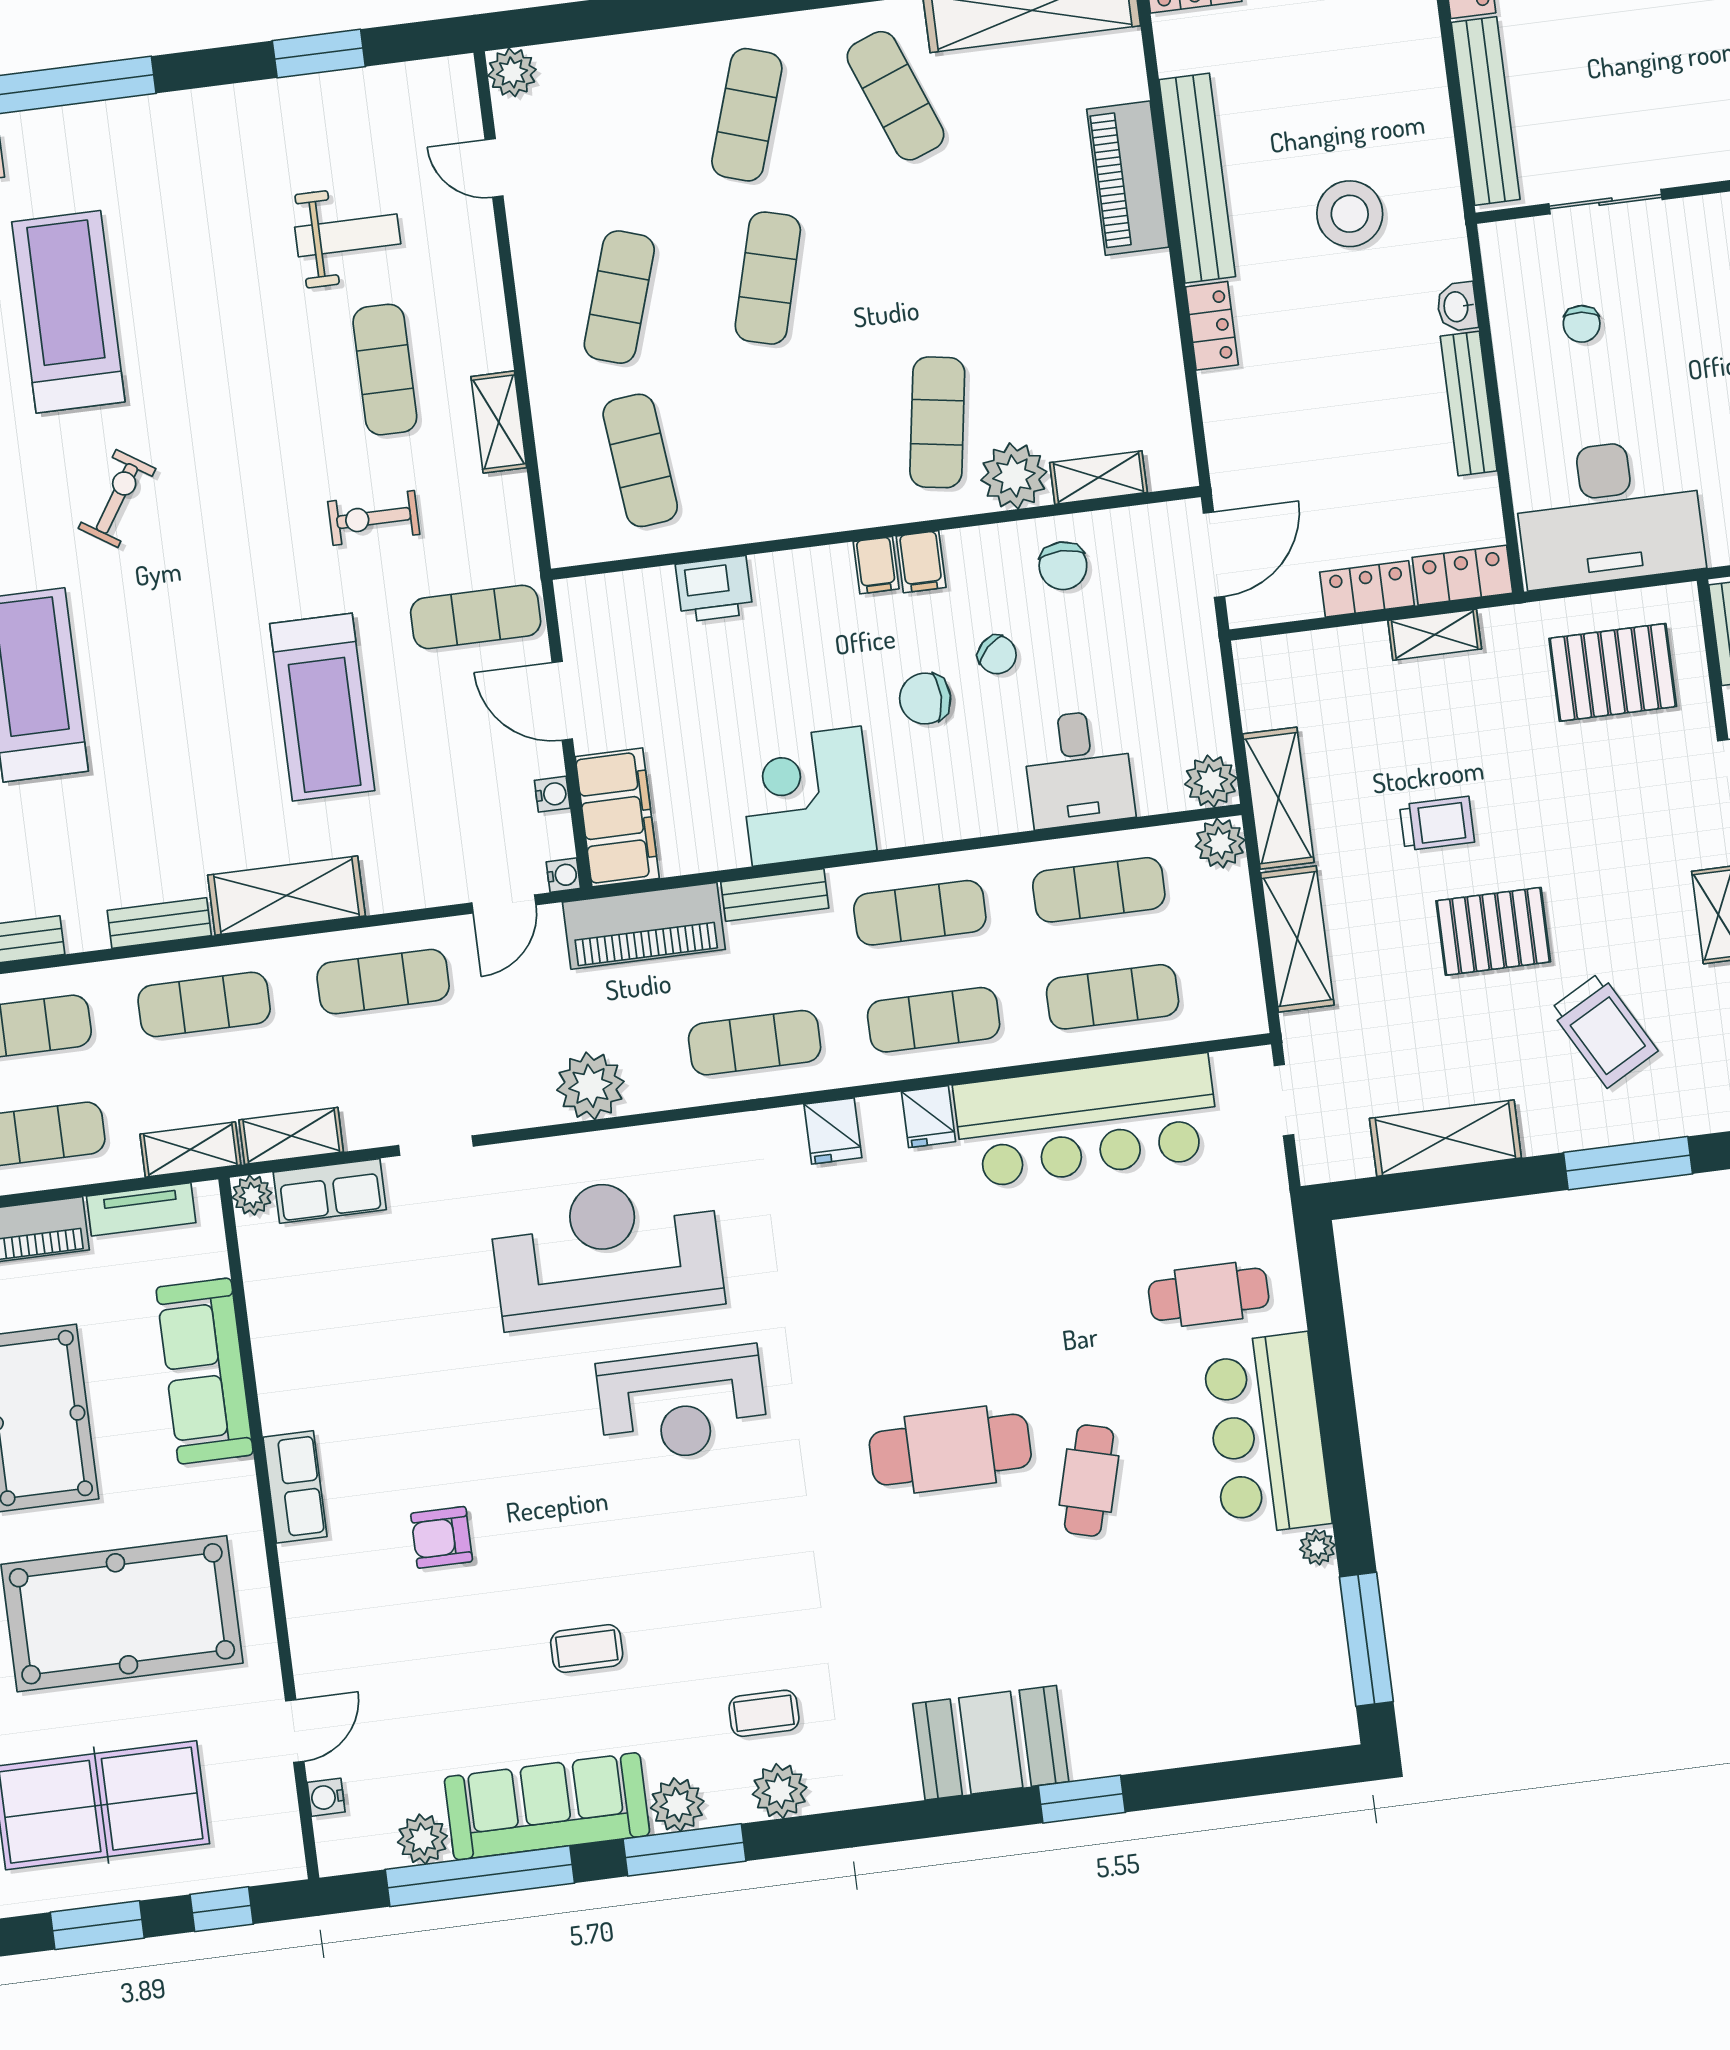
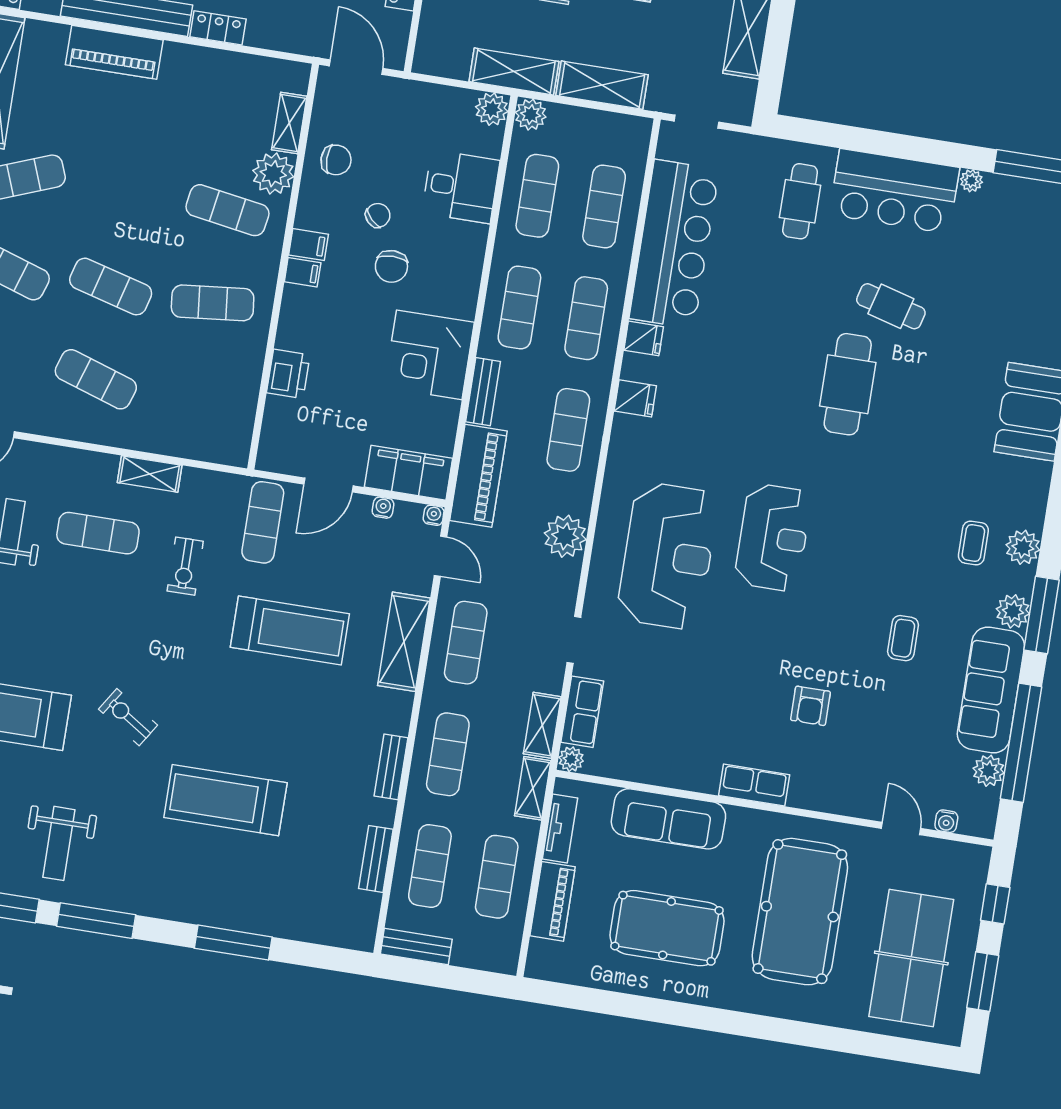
exercise mat: (640, 460) -> (213, 303), moved
shelving: (286, 896) -> (404, 642), moved
reception desk: (607, 1252) -> (668, 556), turned 180

